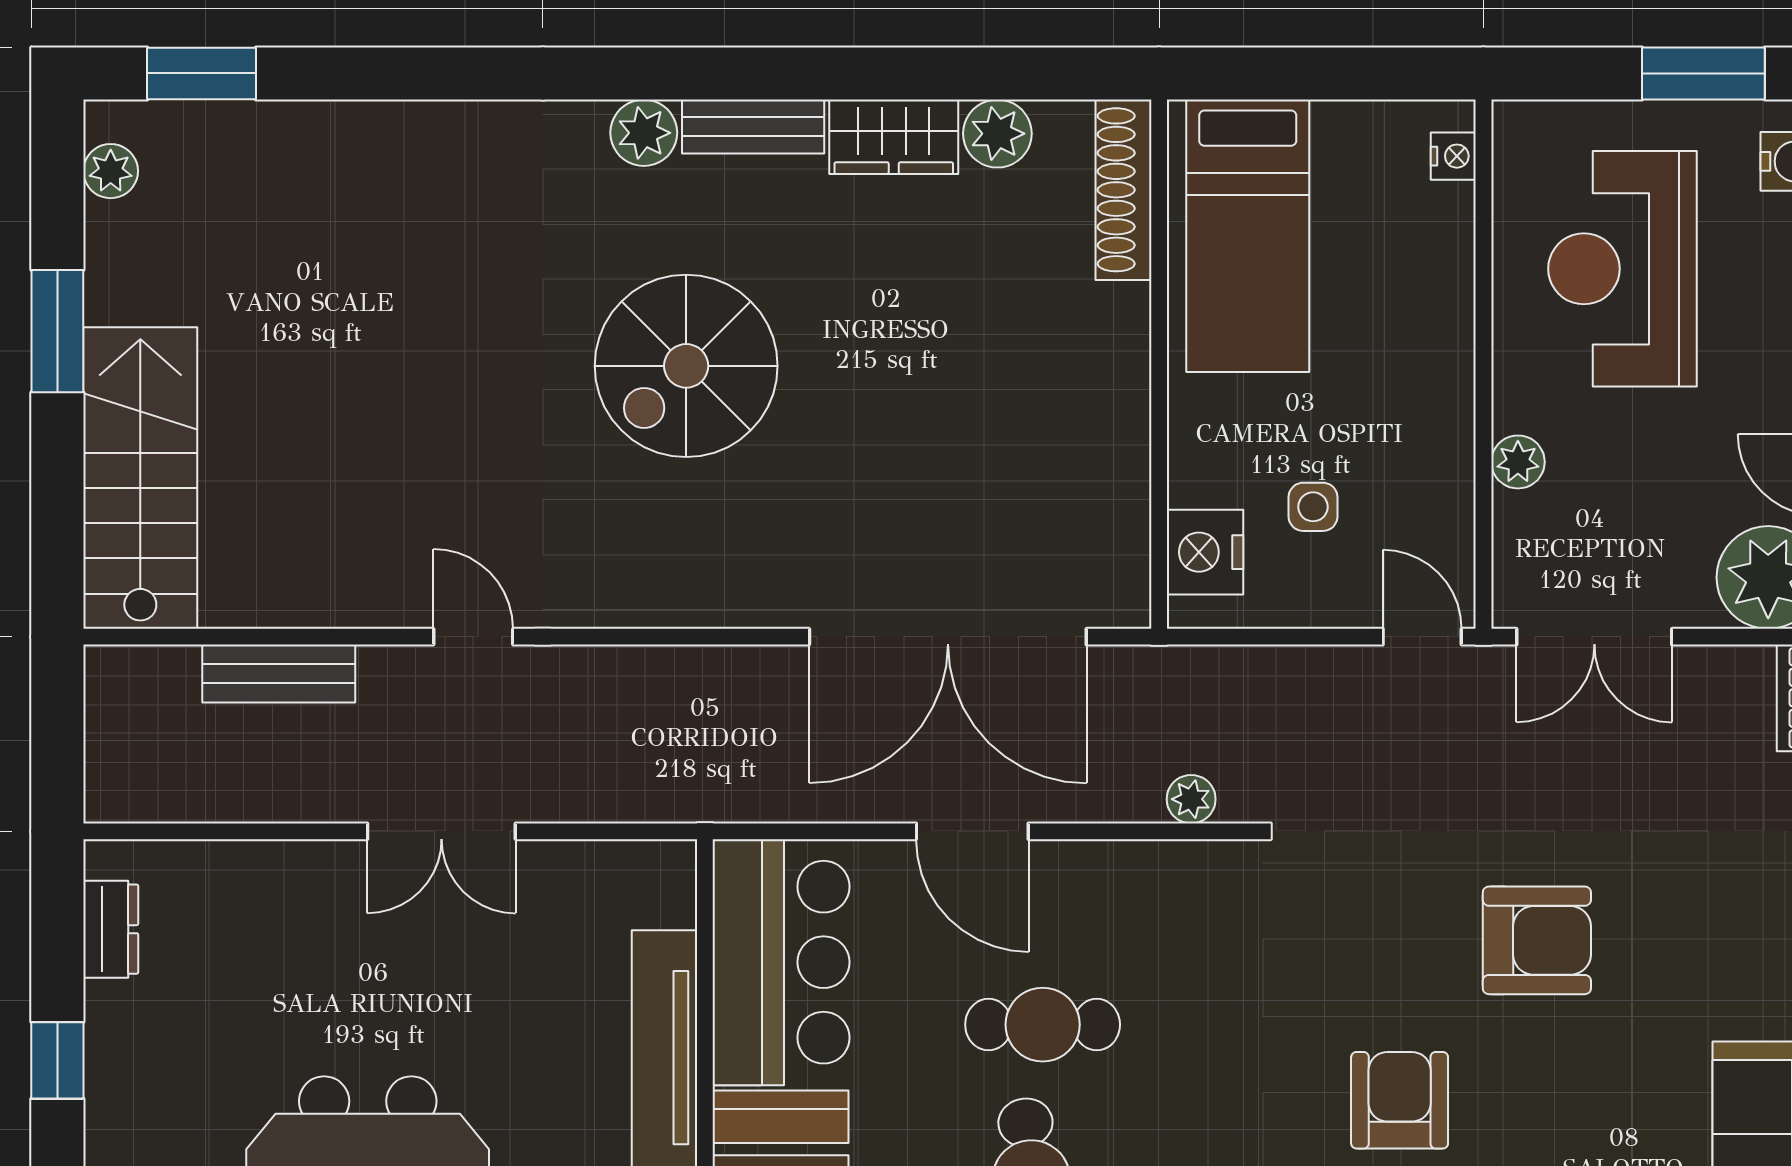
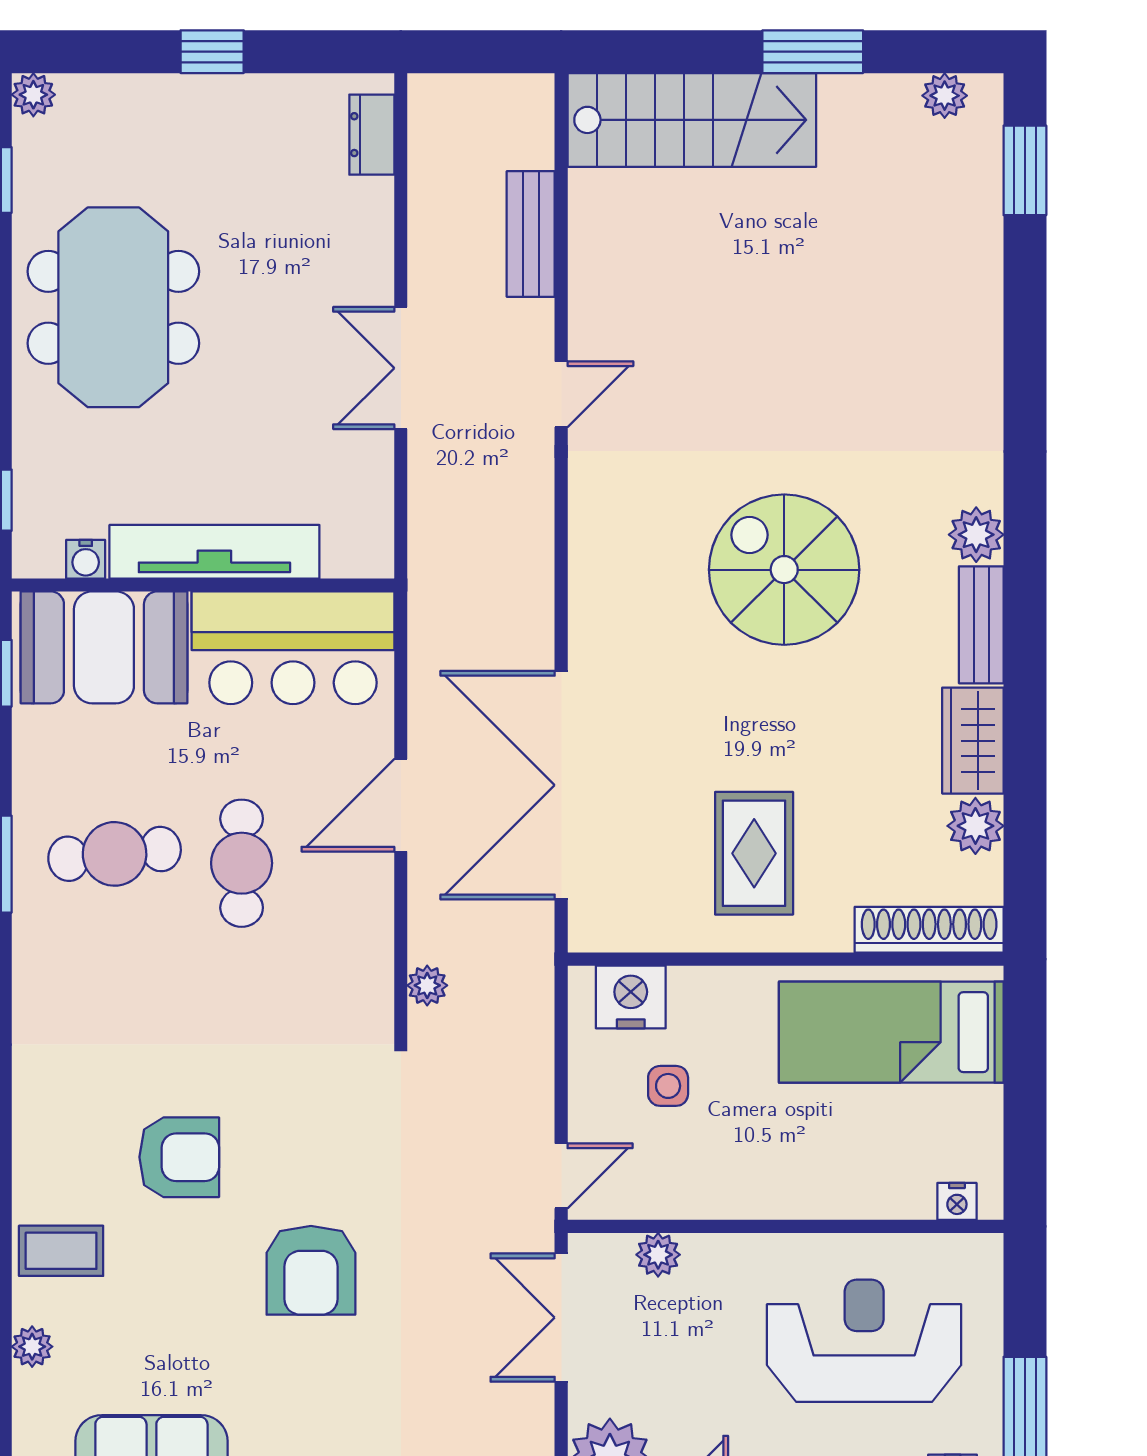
rug: (1031, 402) -> (754, 853), added
plant: (1518, 462) -> (658, 1255), moved
dresser: (111, 929) -> (372, 135), moved, turned 90

